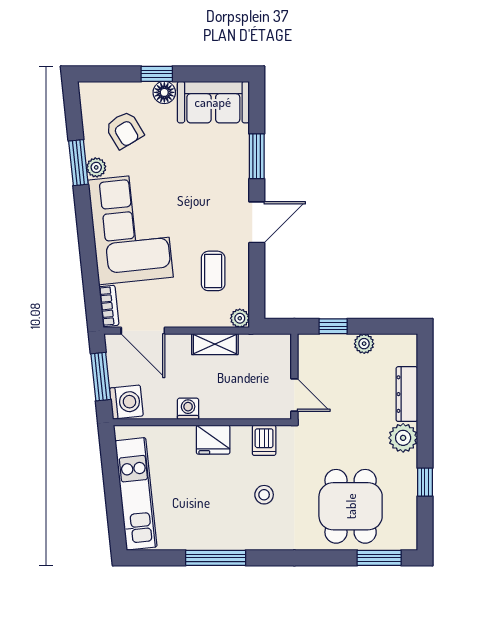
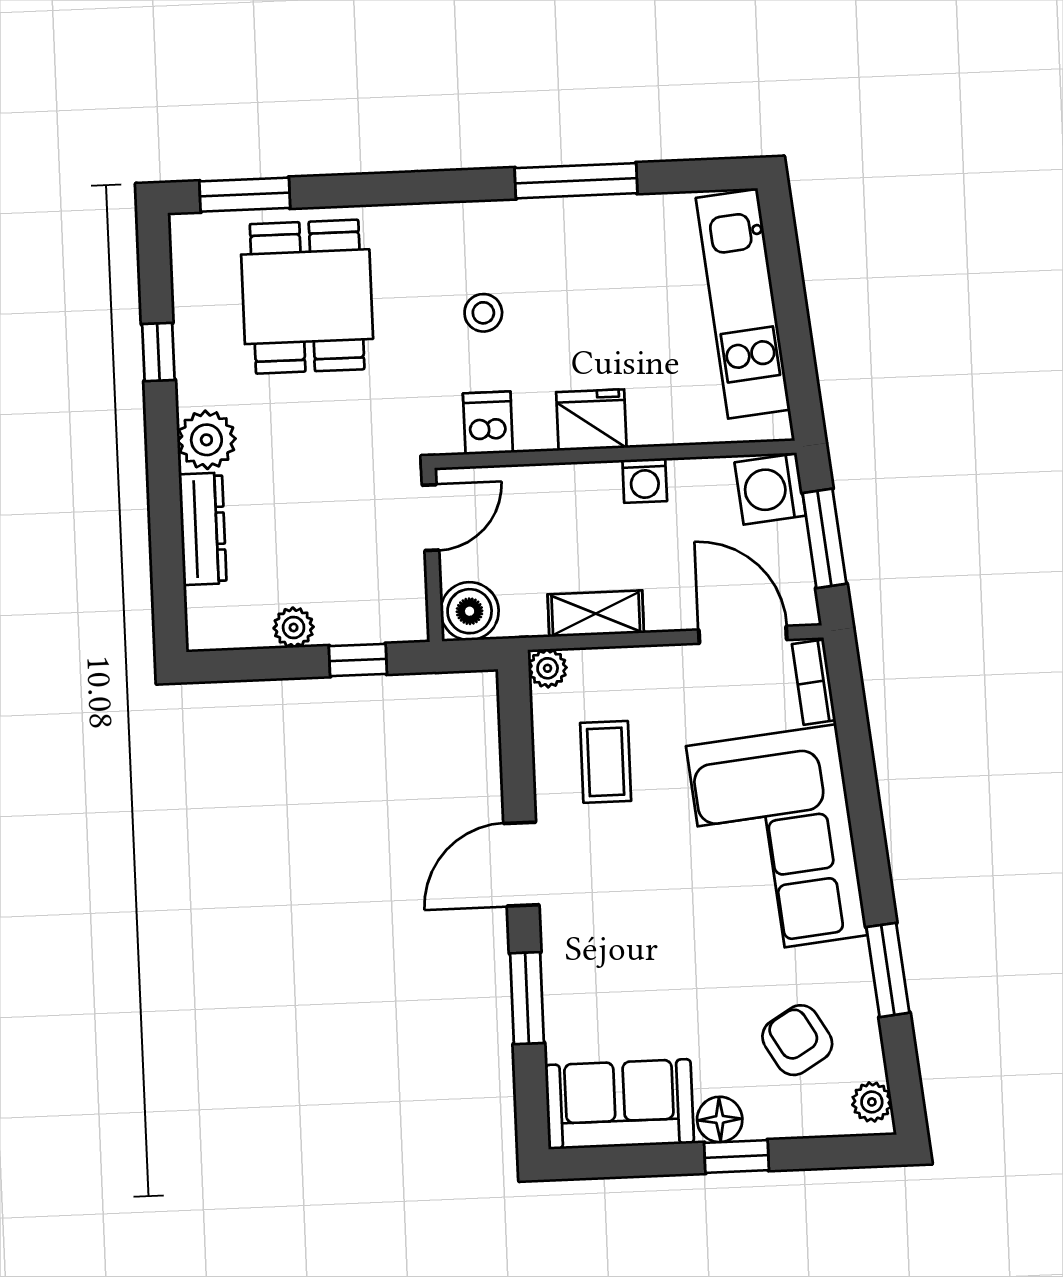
plant: (96, 167) -> (872, 1102), moved
boiler: (277, 348) -> (470, 611), added
door: (294, 395) -> (431, 518), swing flipped

